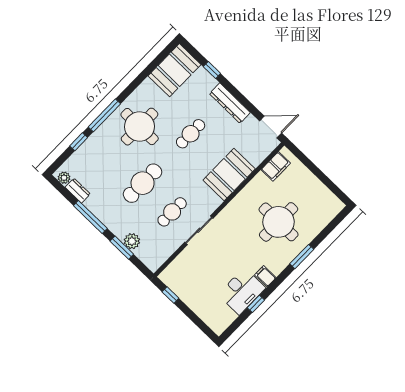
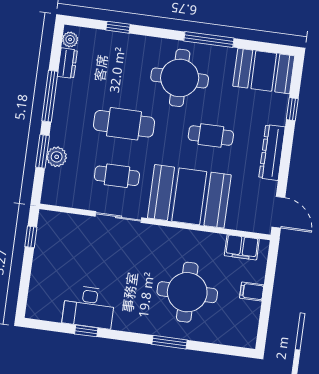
window: (104, 115) -> (209, 39), moved
booth: (229, 175) -> (189, 196), width x1.36, depth x1.42
filing cabinet: (265, 276) -> (252, 291), moved, turned -90

